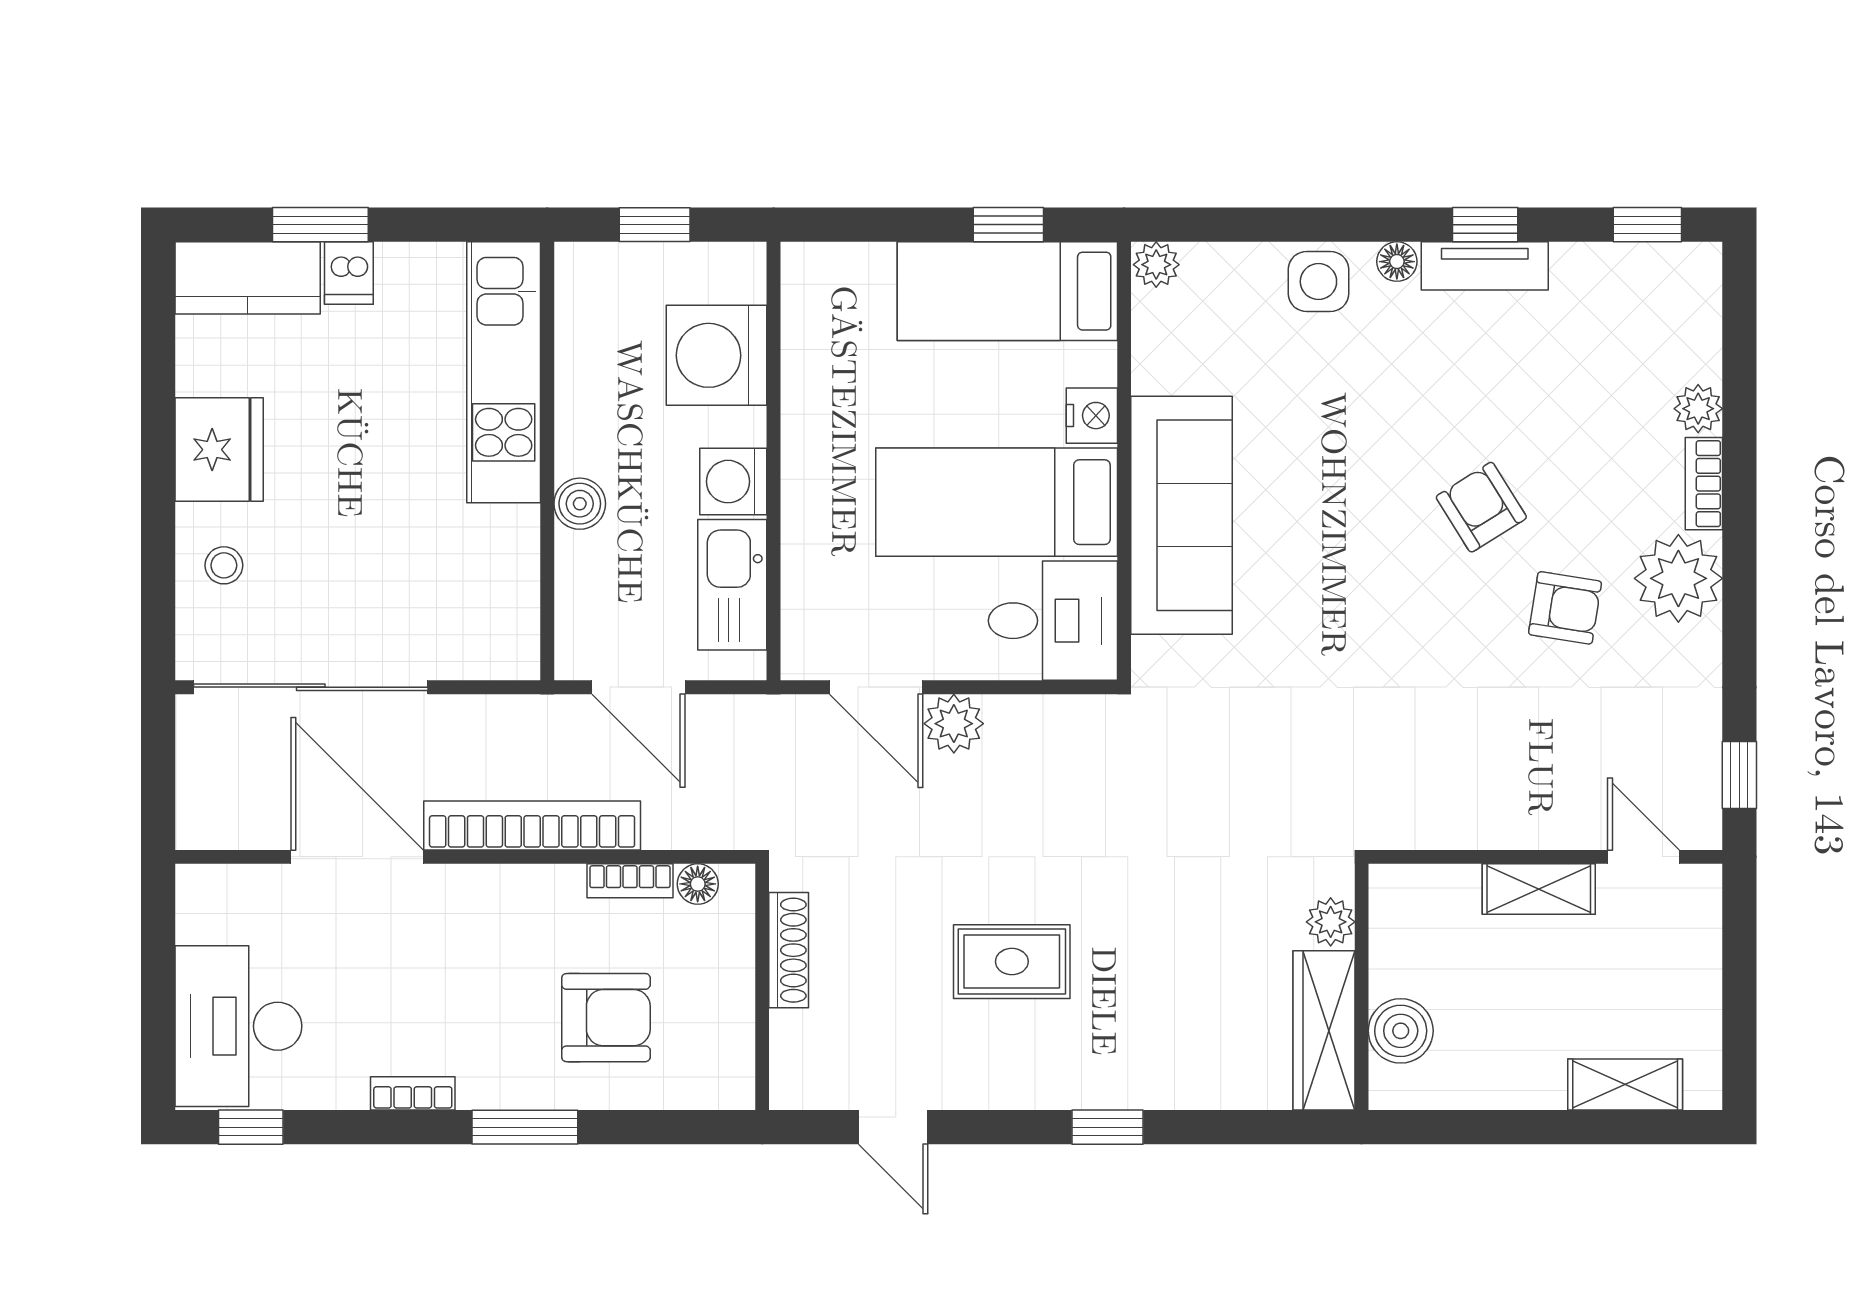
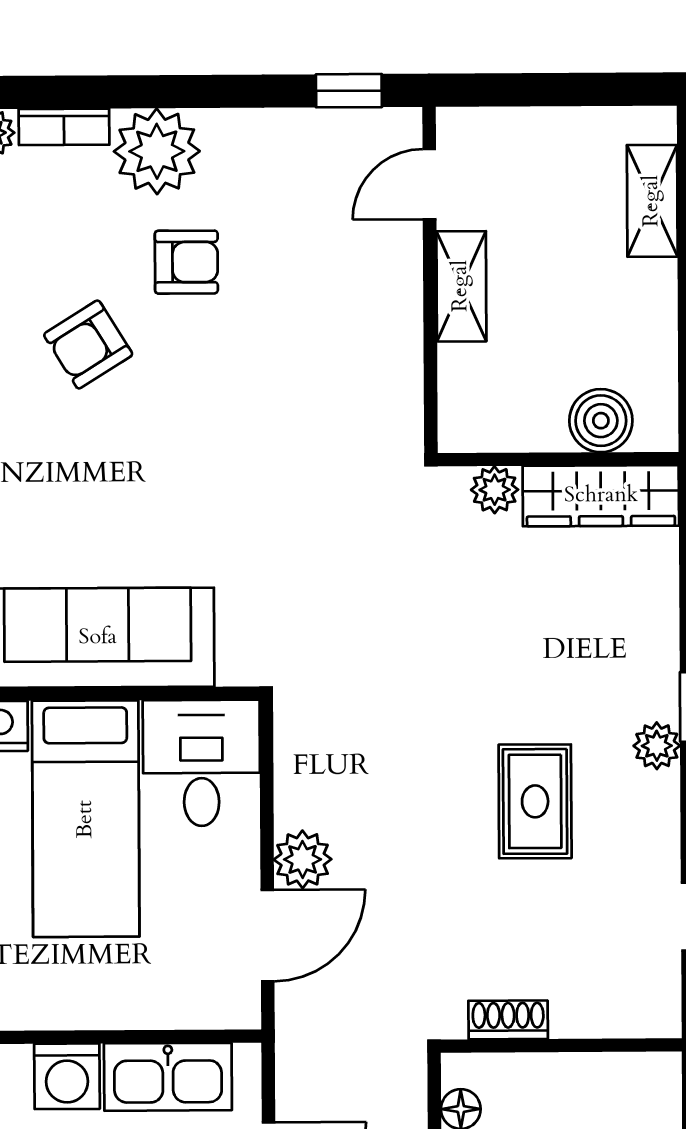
armchair: (1565, 608) -> (186, 262), turned 81
shoe rack: (789, 950) -> (508, 1020), width x0.70
plant: (1068, 1086) -> (657, 746), added

